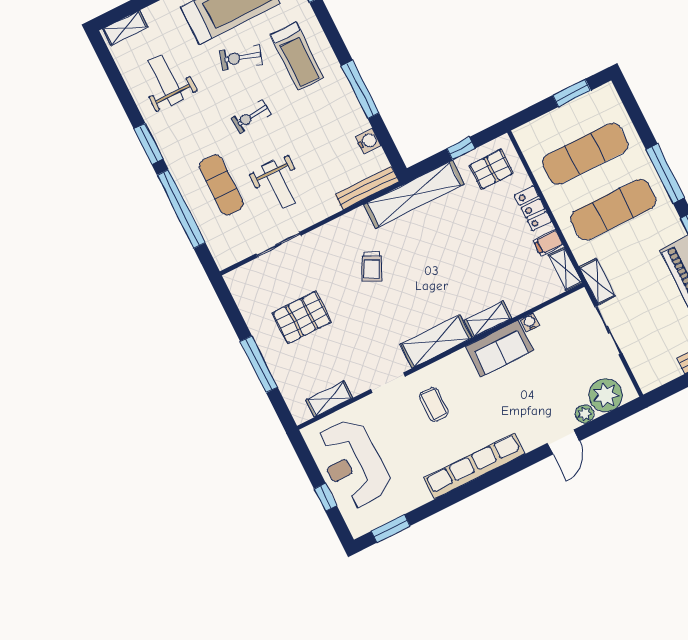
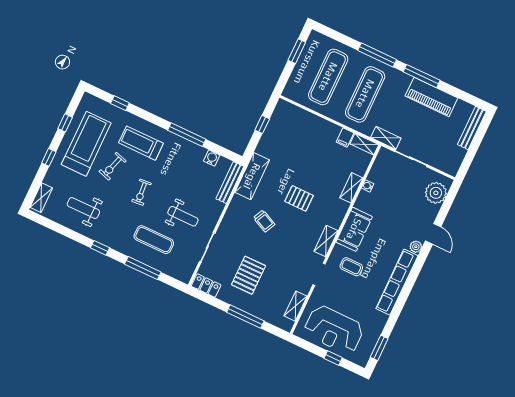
treadmill: (297, 56) -> (141, 143), turned 180
window: (149, 144) -> (100, 248), width x0.67
pallet: (491, 169) -> (299, 198), moved, turned 90
shelving: (414, 194) -> (252, 176), width x0.68
locker: (533, 208) -> (206, 286), moved, turned 180
window: (181, 209) -> (143, 268), width x0.68
shelving: (488, 319) -> (351, 188), moved
shelving: (436, 341) -> (326, 241), width x0.67, depth x0.75
sofa: (500, 349) -> (354, 229), moved
plant: (585, 414) -> (416, 247), moved

